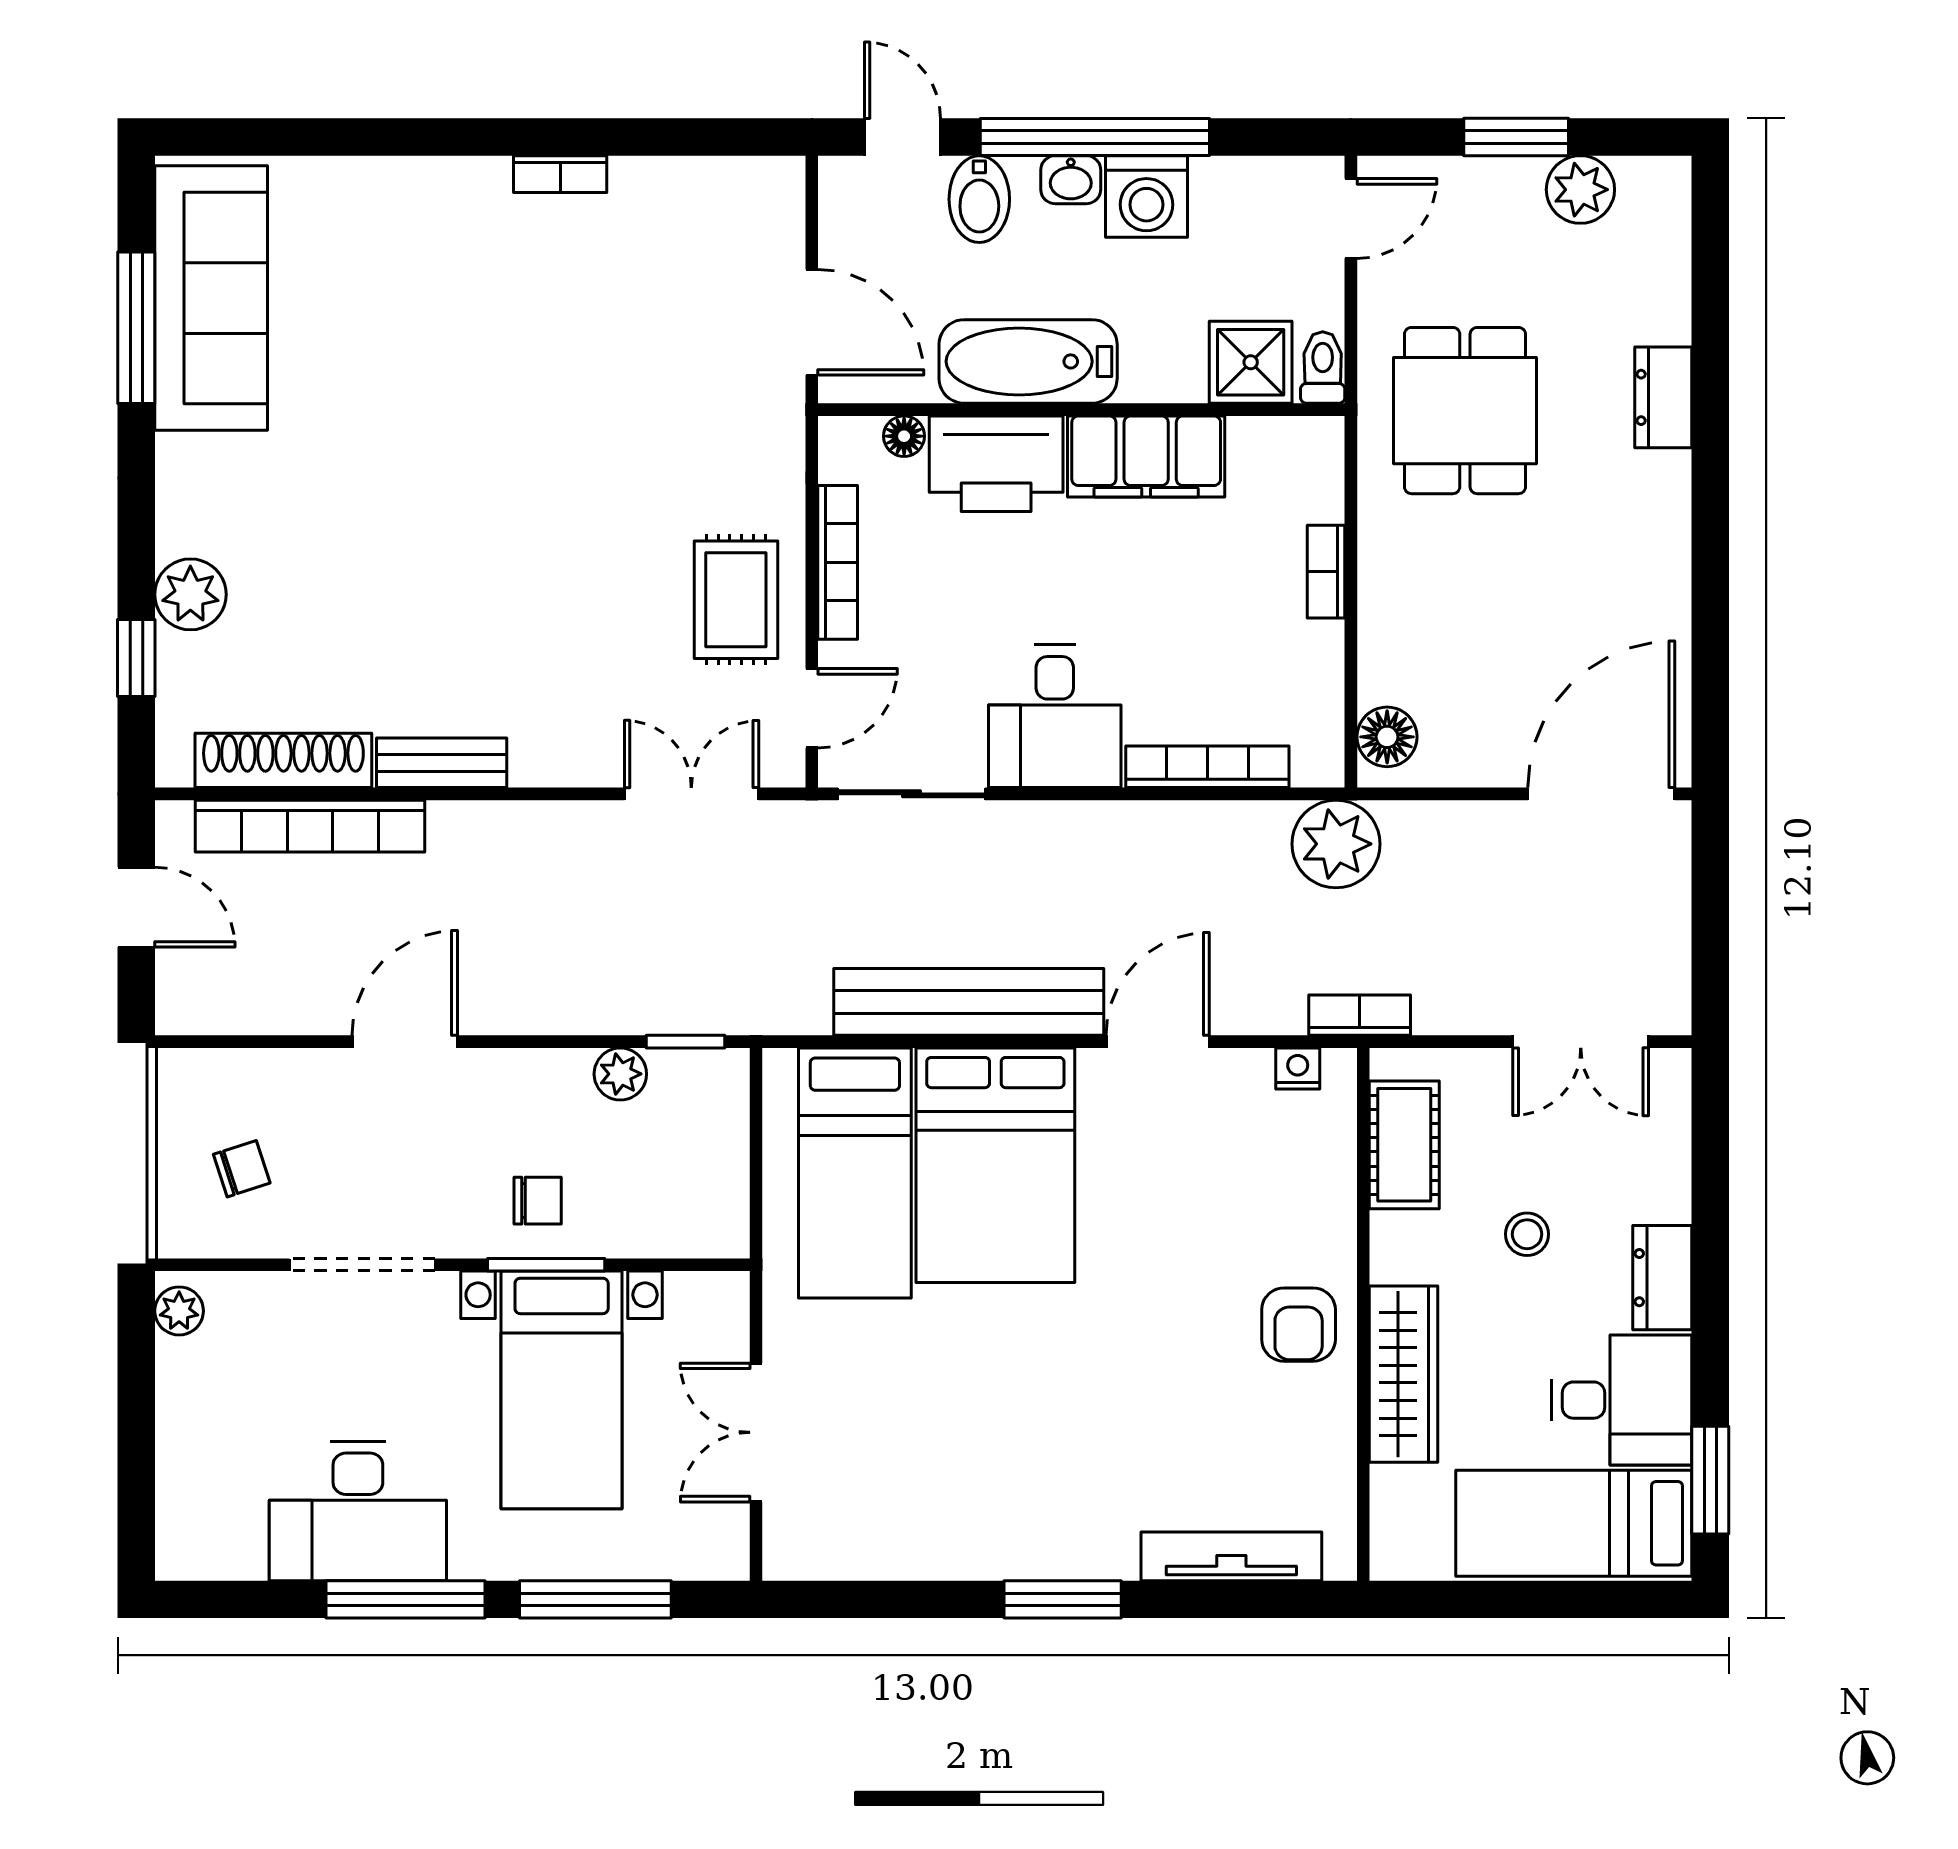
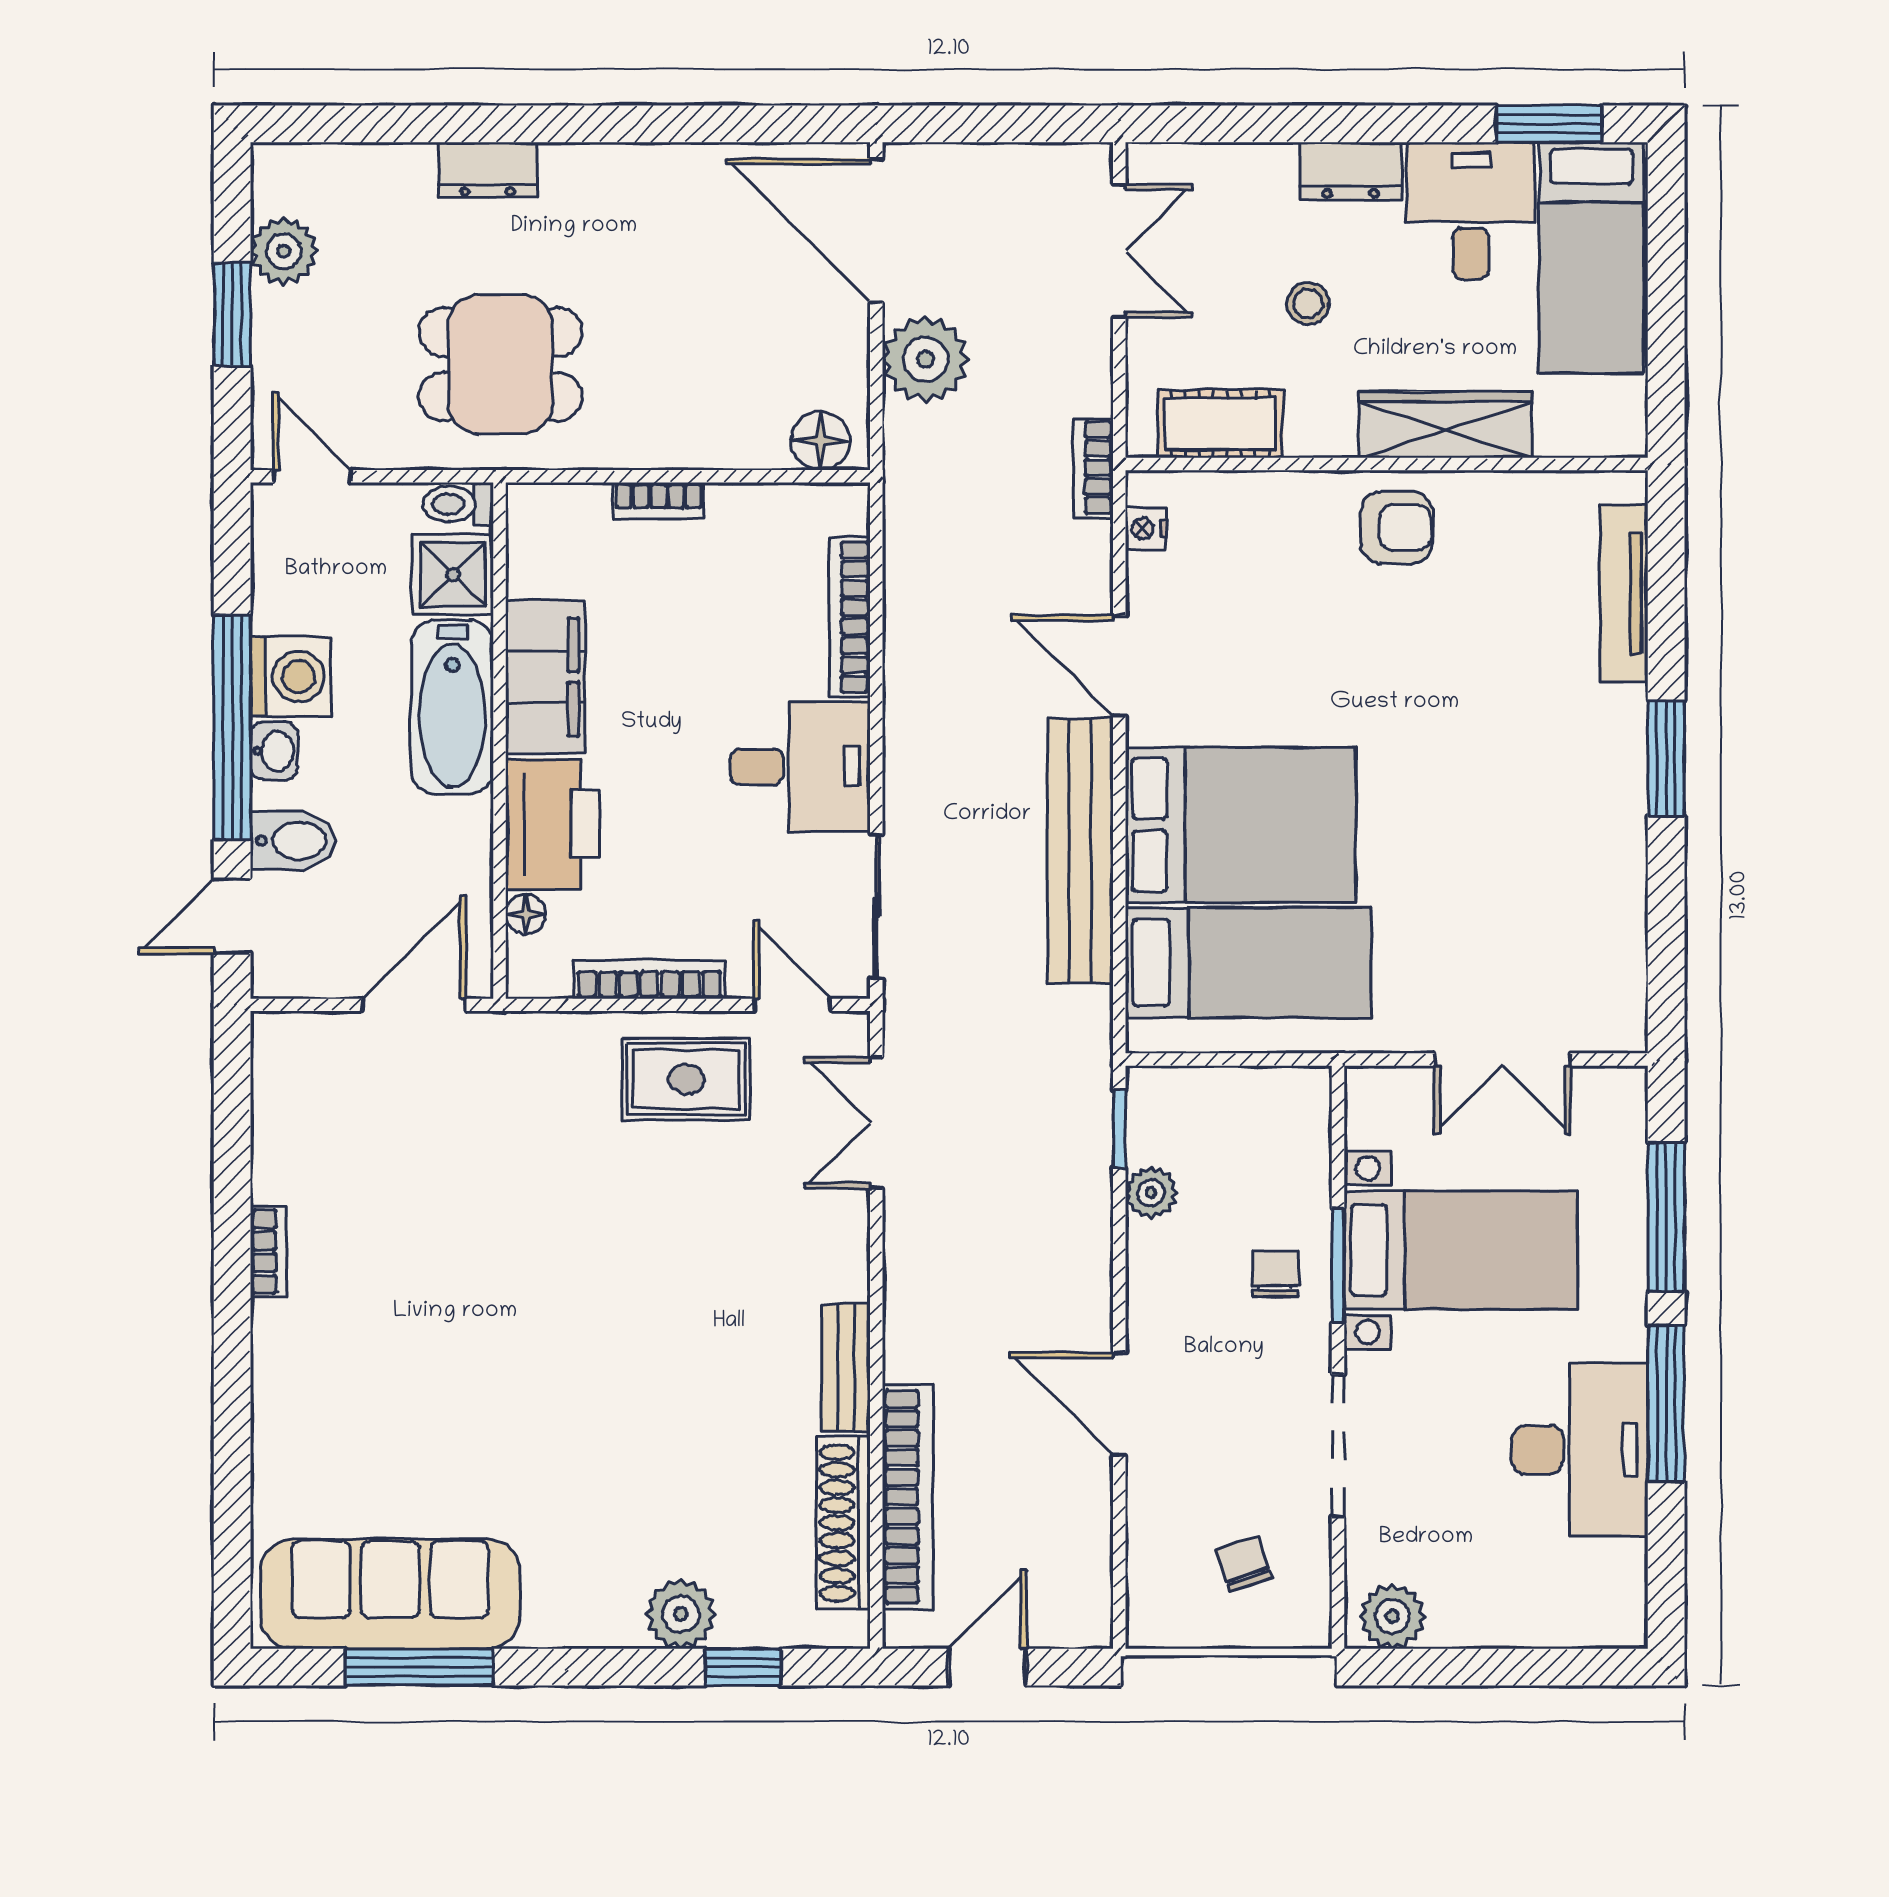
bathtub: (1028, 361) -> (452, 707), moved
plant: (1336, 844) -> (925, 359), moved
plant: (179, 1311) -> (1392, 1616), width x1.38, depth x1.38

